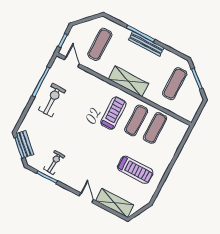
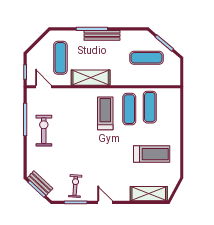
shelving: (128, 81) -> (91, 78), moved
exercise mat: (175, 84) -> (146, 58), turned 90
door: (86, 198) -> (105, 202), moved

